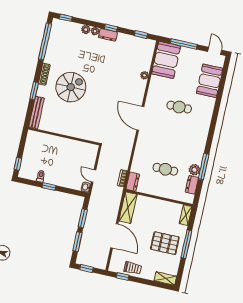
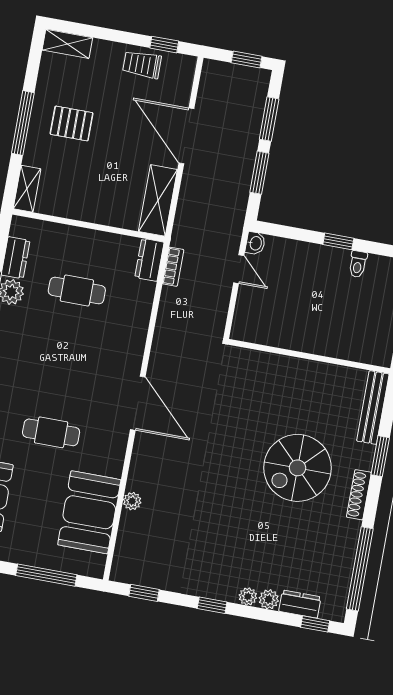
dresser: (108, 35) -> (300, 604), moved
booth: (166, 60) -> (89, 512), moved
pallet: (165, 243) -> (72, 123), width x0.67, depth x0.71

